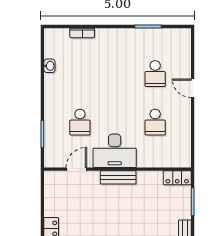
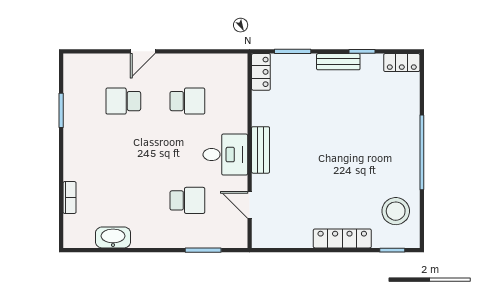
washbasin: (49, 66) -> (113, 237), width x1.91, depth x1.45
school desk: (155, 74) -> (123, 101), turned 180
desk: (115, 151) -> (225, 155), width x0.73

